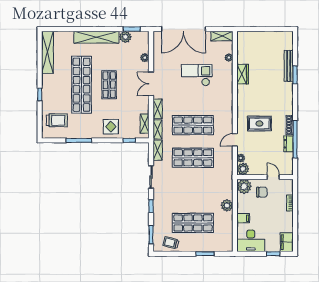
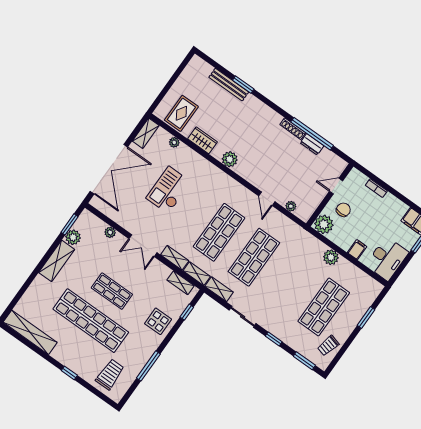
shelving: (96, 37) -> (57, 261), width x0.68
rug: (259, 124) -> (181, 113), moved
plant: (243, 169) -> (230, 159), moved

